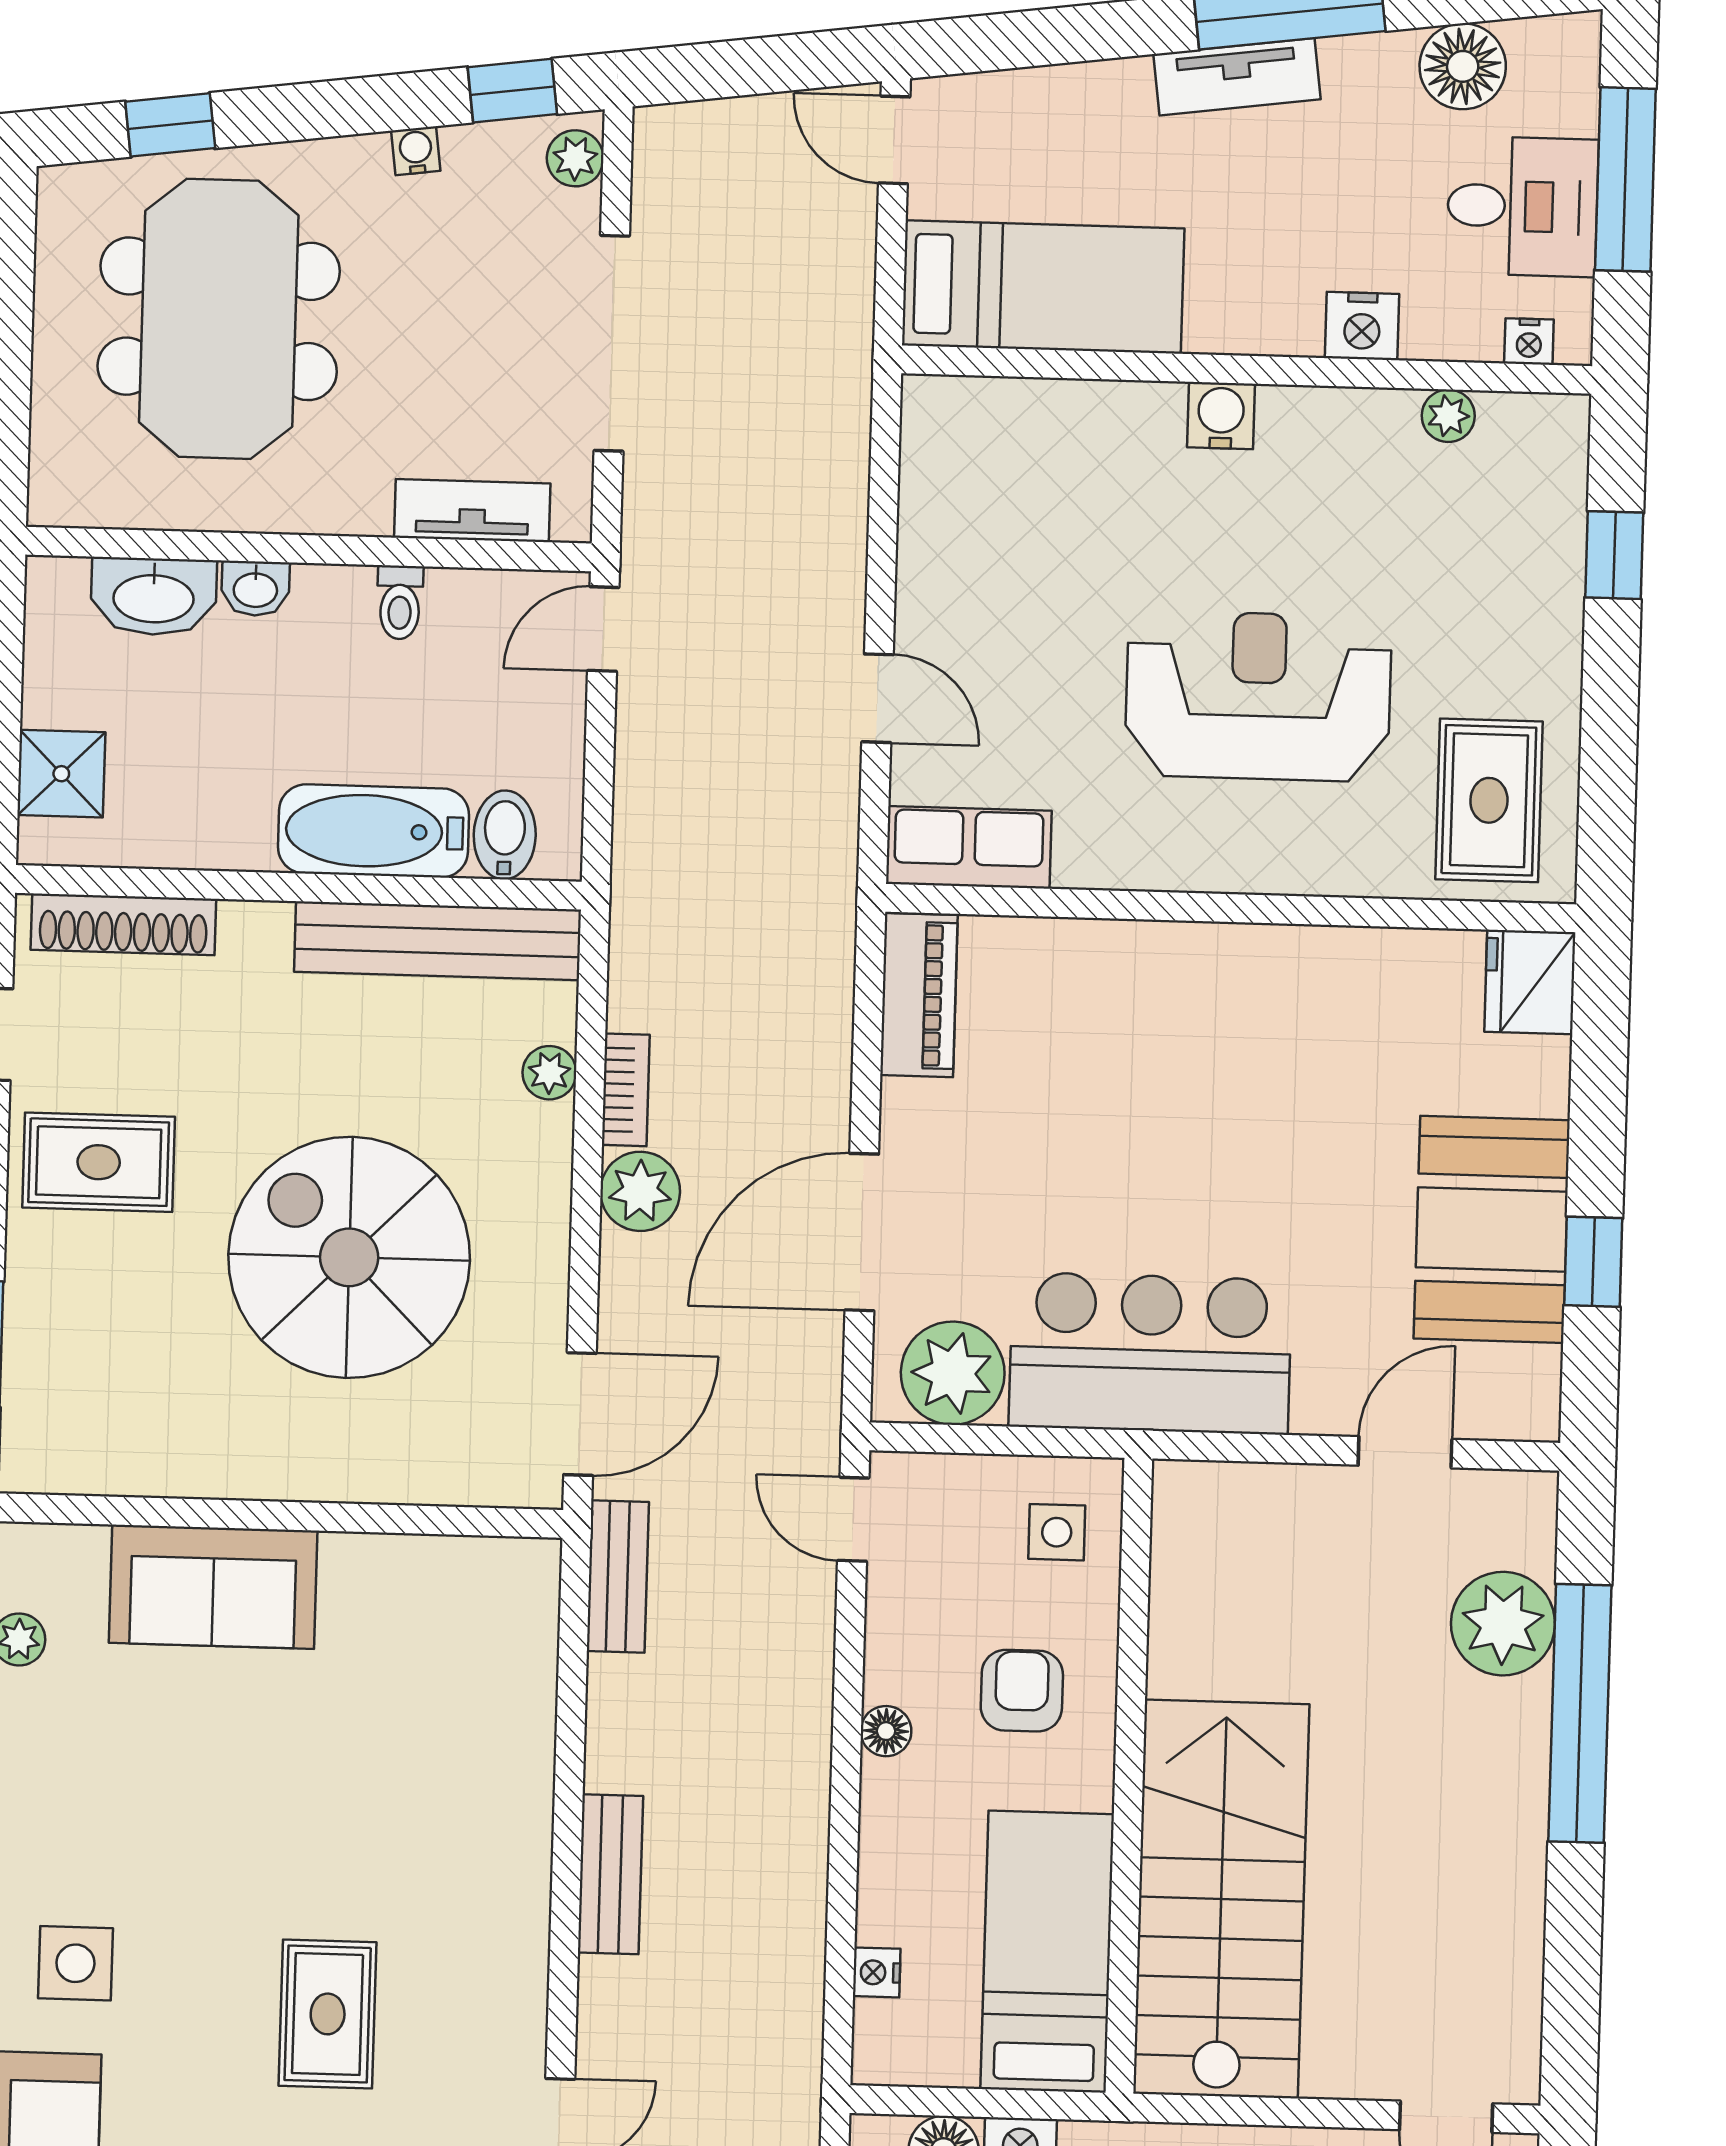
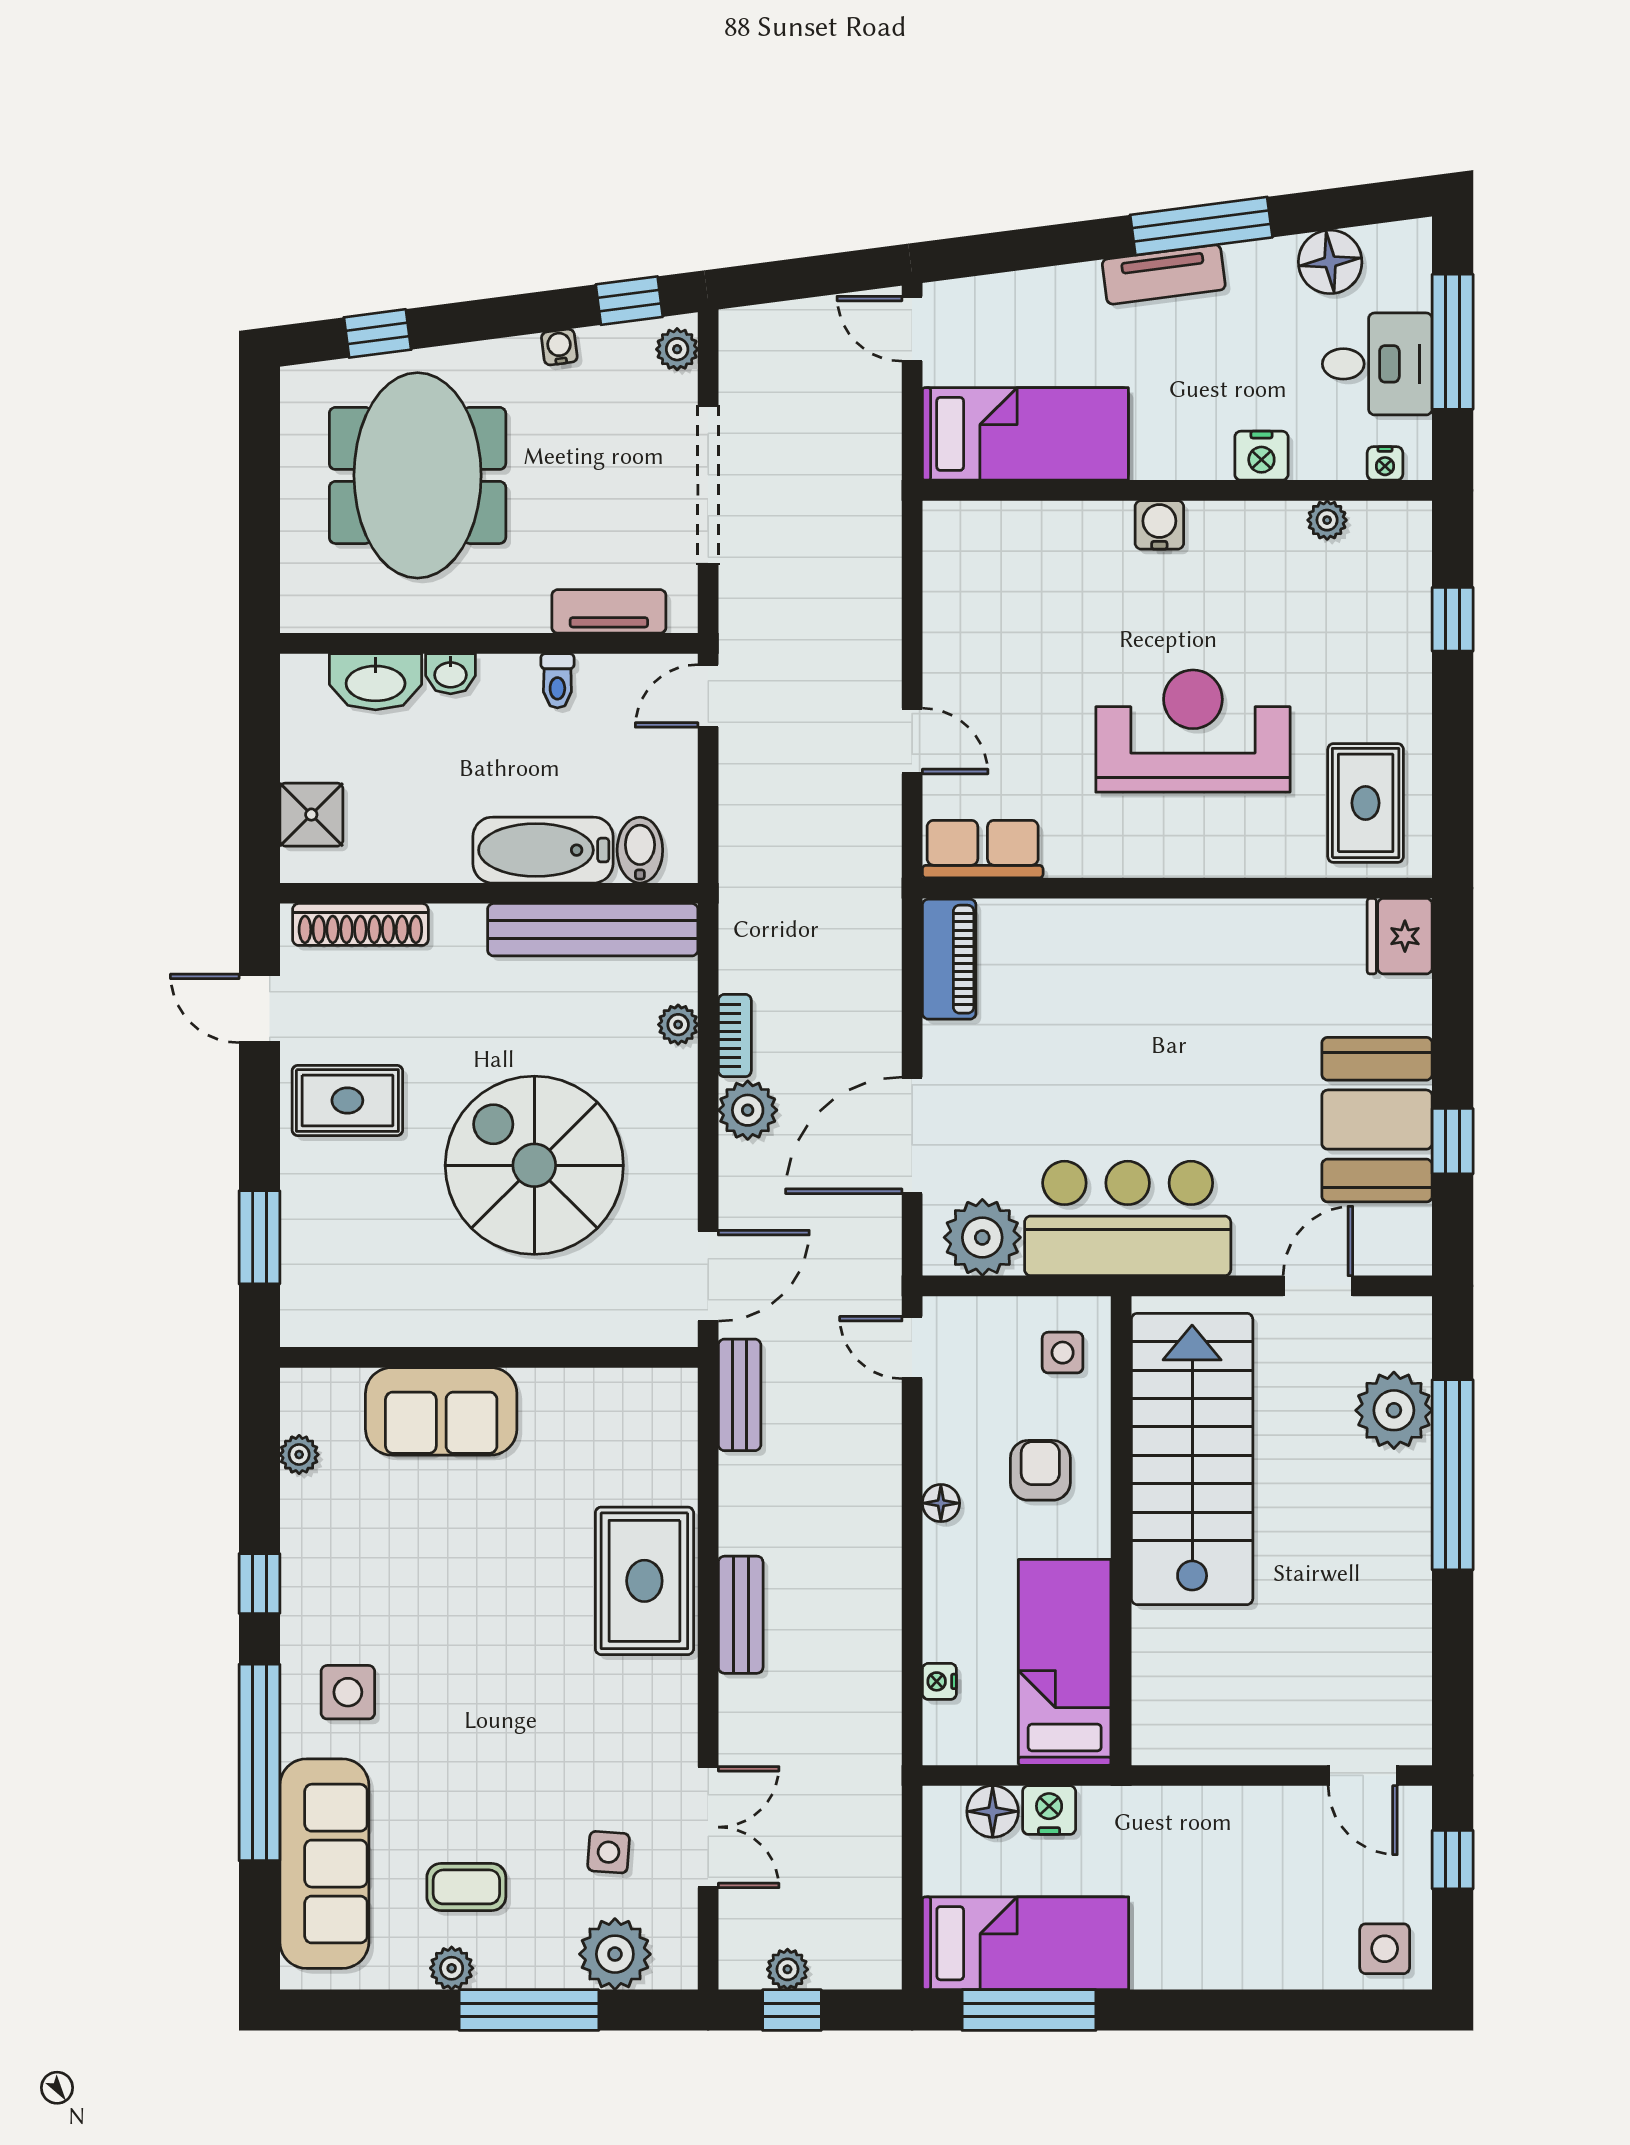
stairs: (1221, 1899) -> (1192, 1459), moved
rug: (328, 2014) -> (644, 1581), moved, width x1.36, depth x1.43

